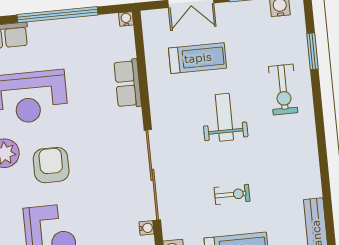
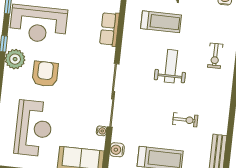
exercise bike: (283, 90) -> (215, 56), width x0.73, depth x0.72
exercise bike: (232, 194) -> (185, 120), moved

